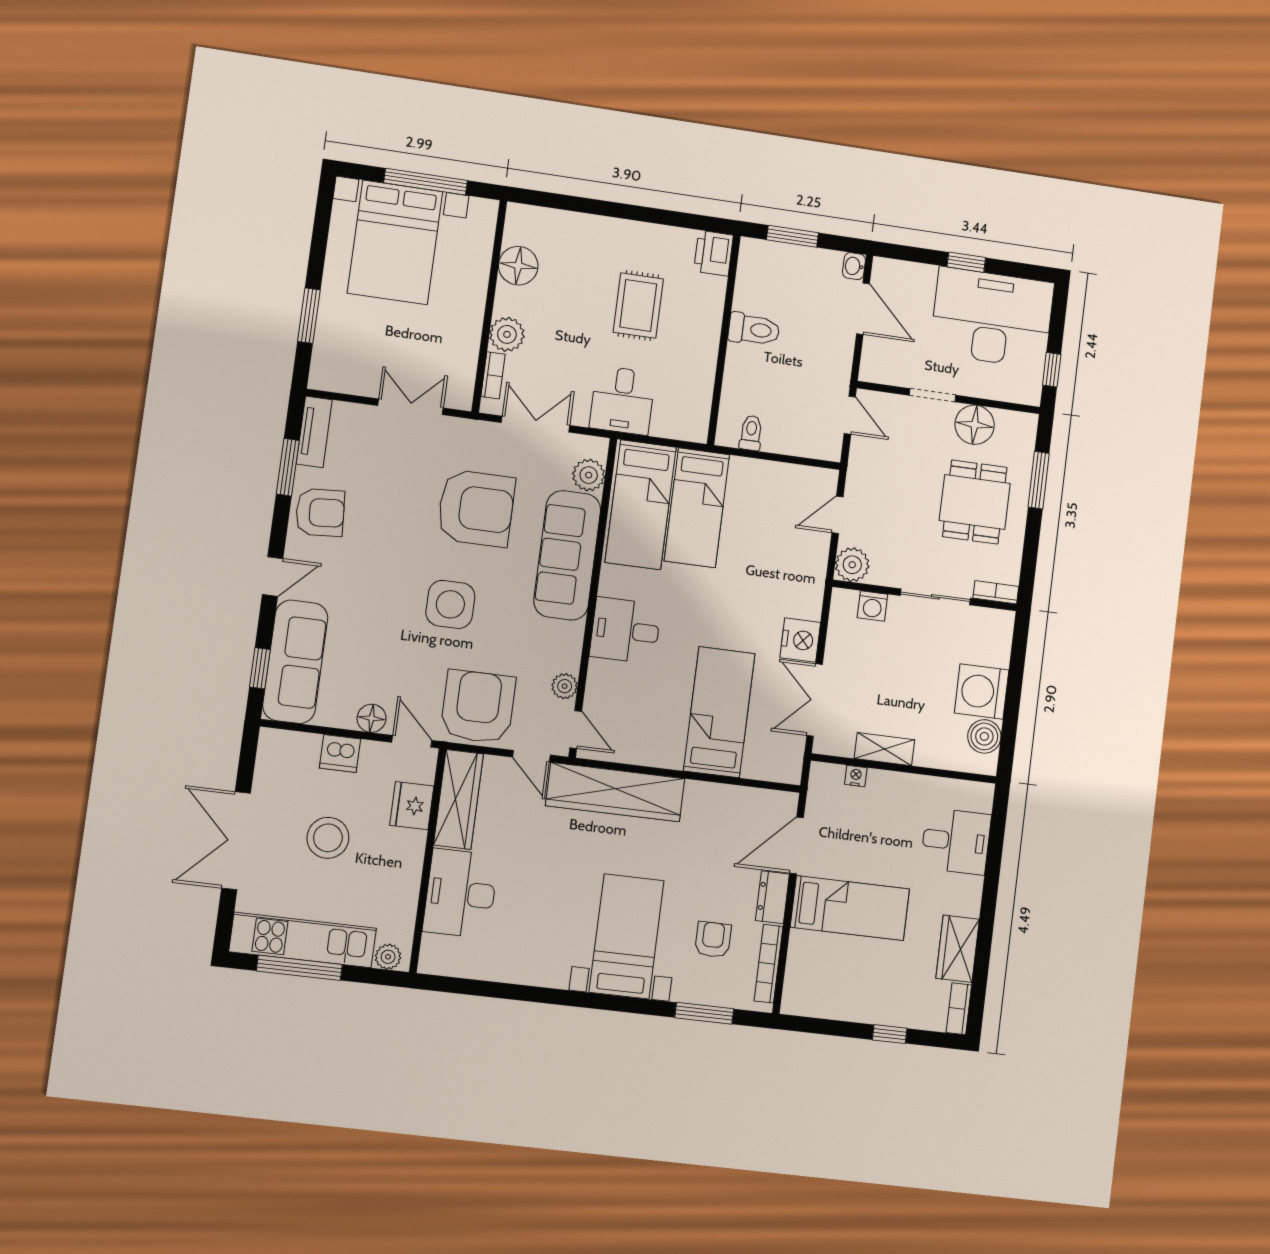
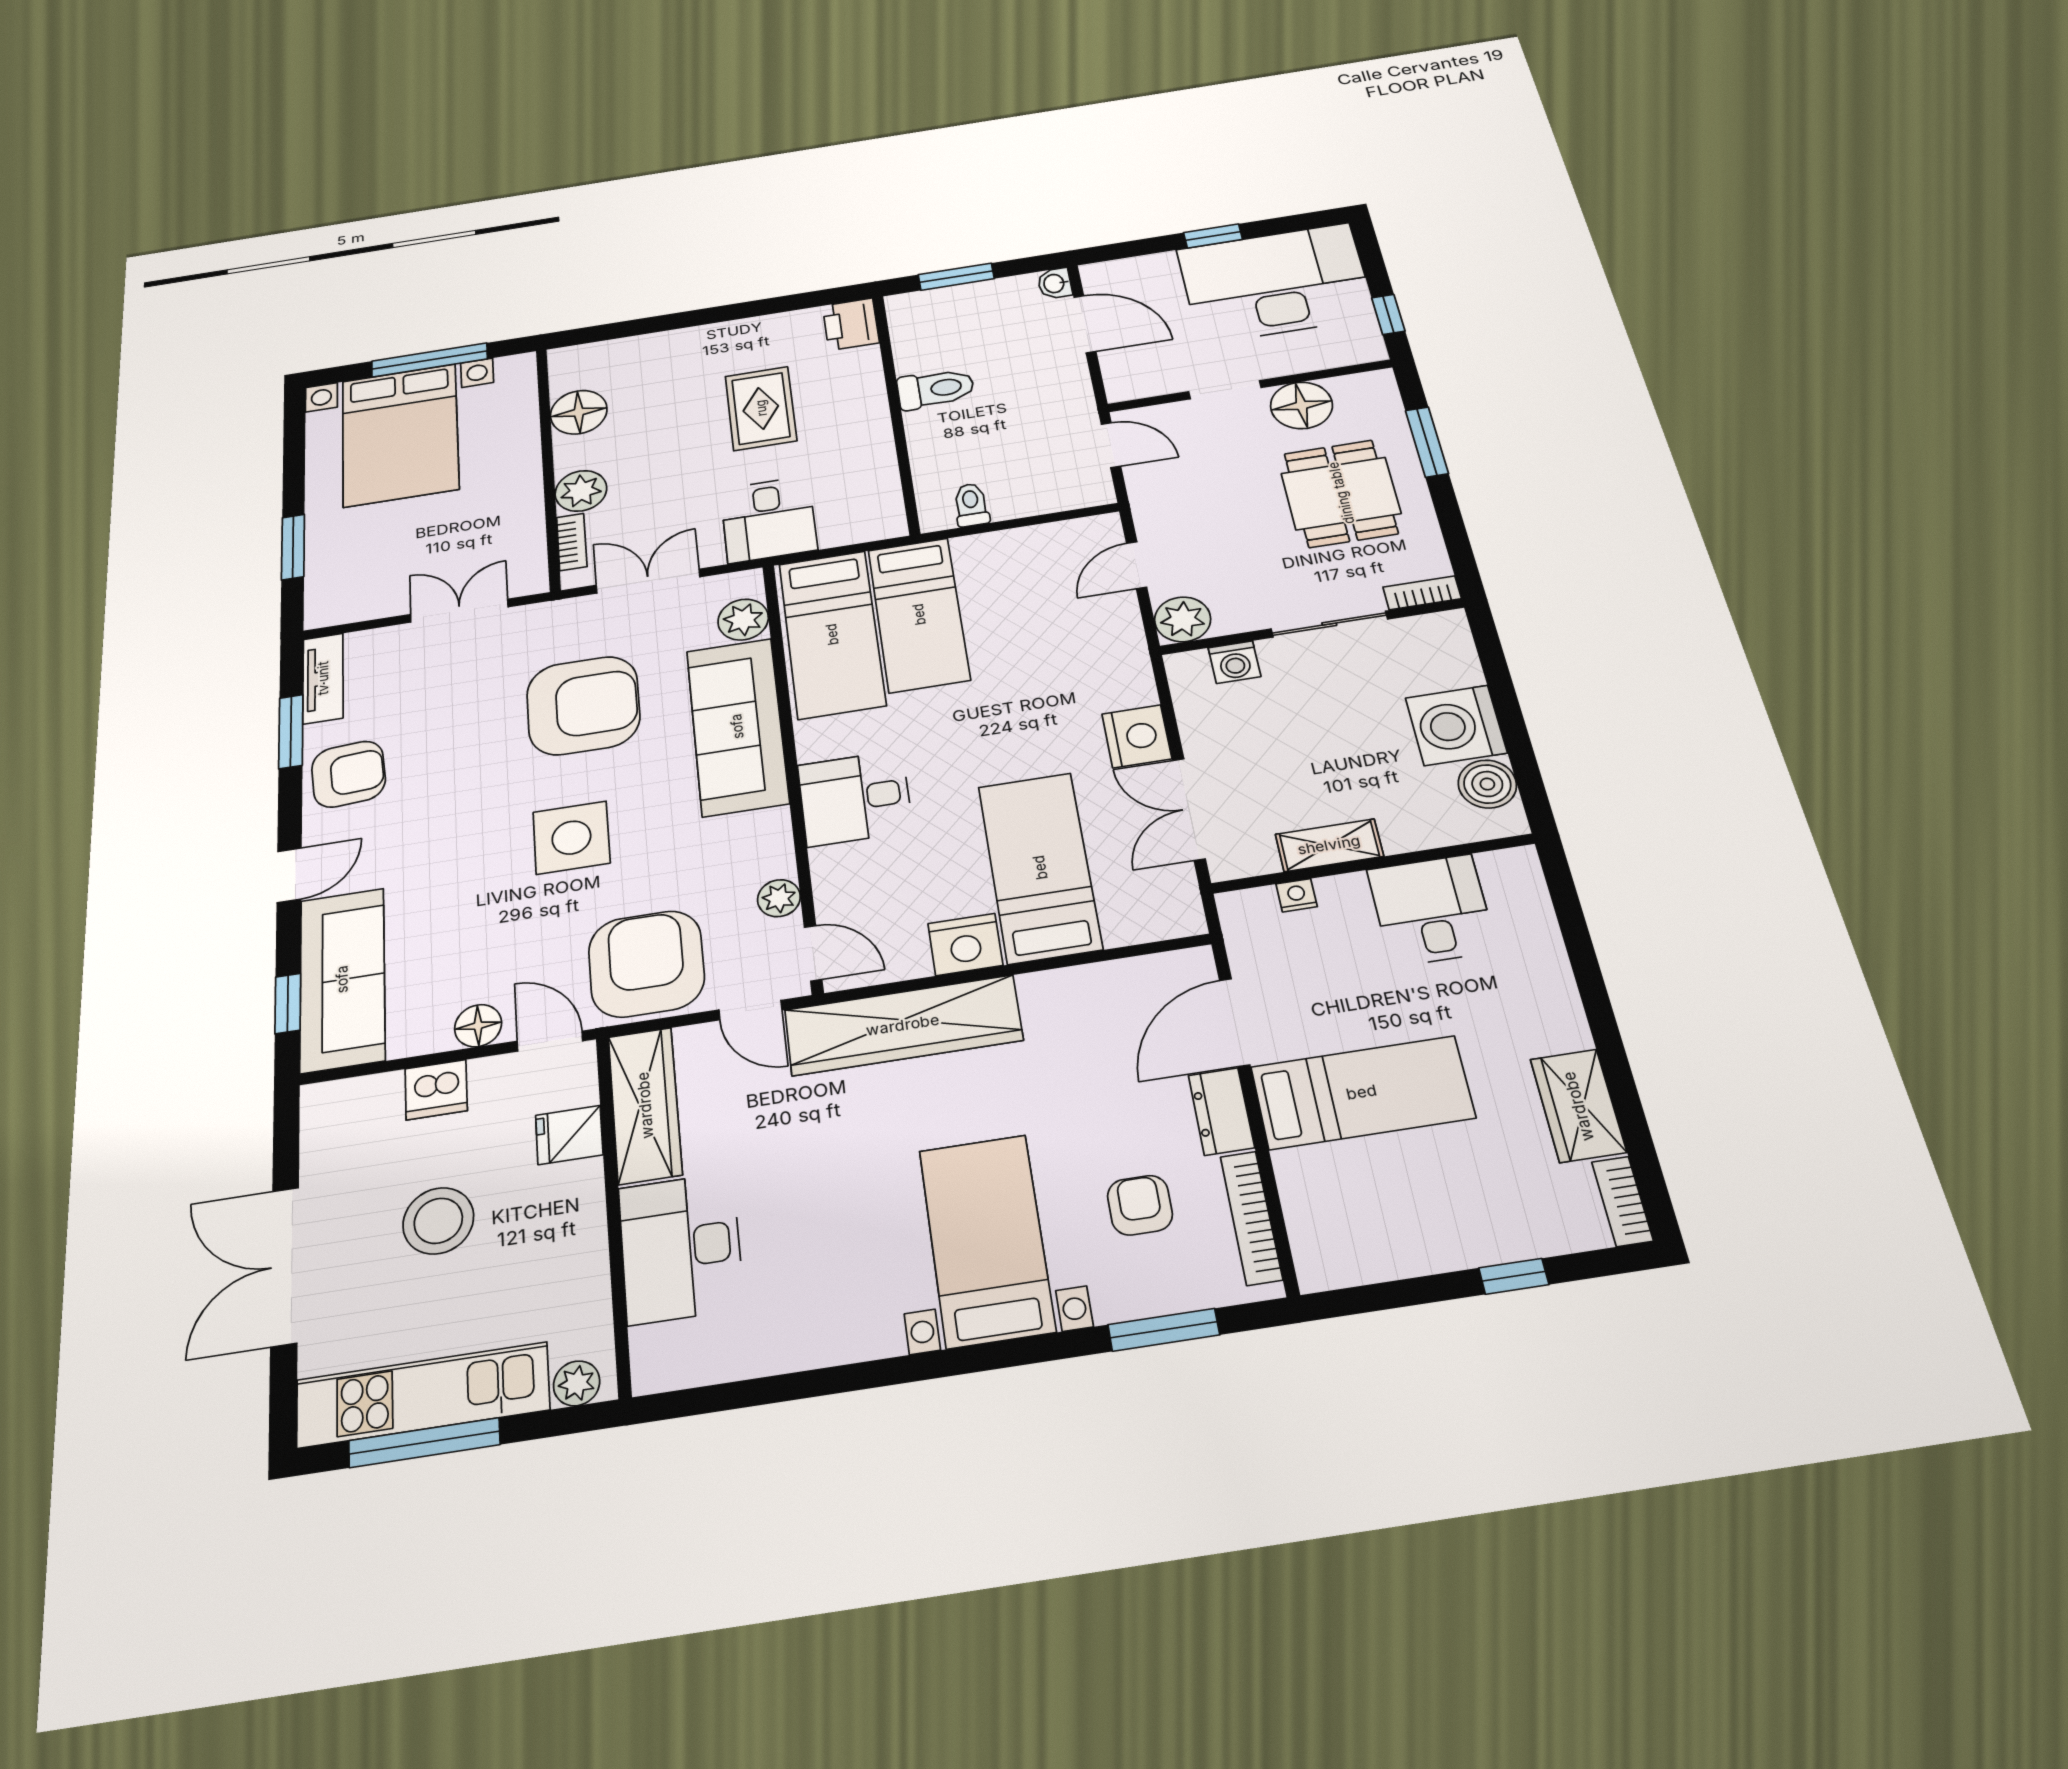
nightstand: (663, 751) -> (965, 944), added
fridge: (412, 806) -> (569, 1135), width x0.72
desk: (956, 841) -> (1432, 910), moved, turned -90

